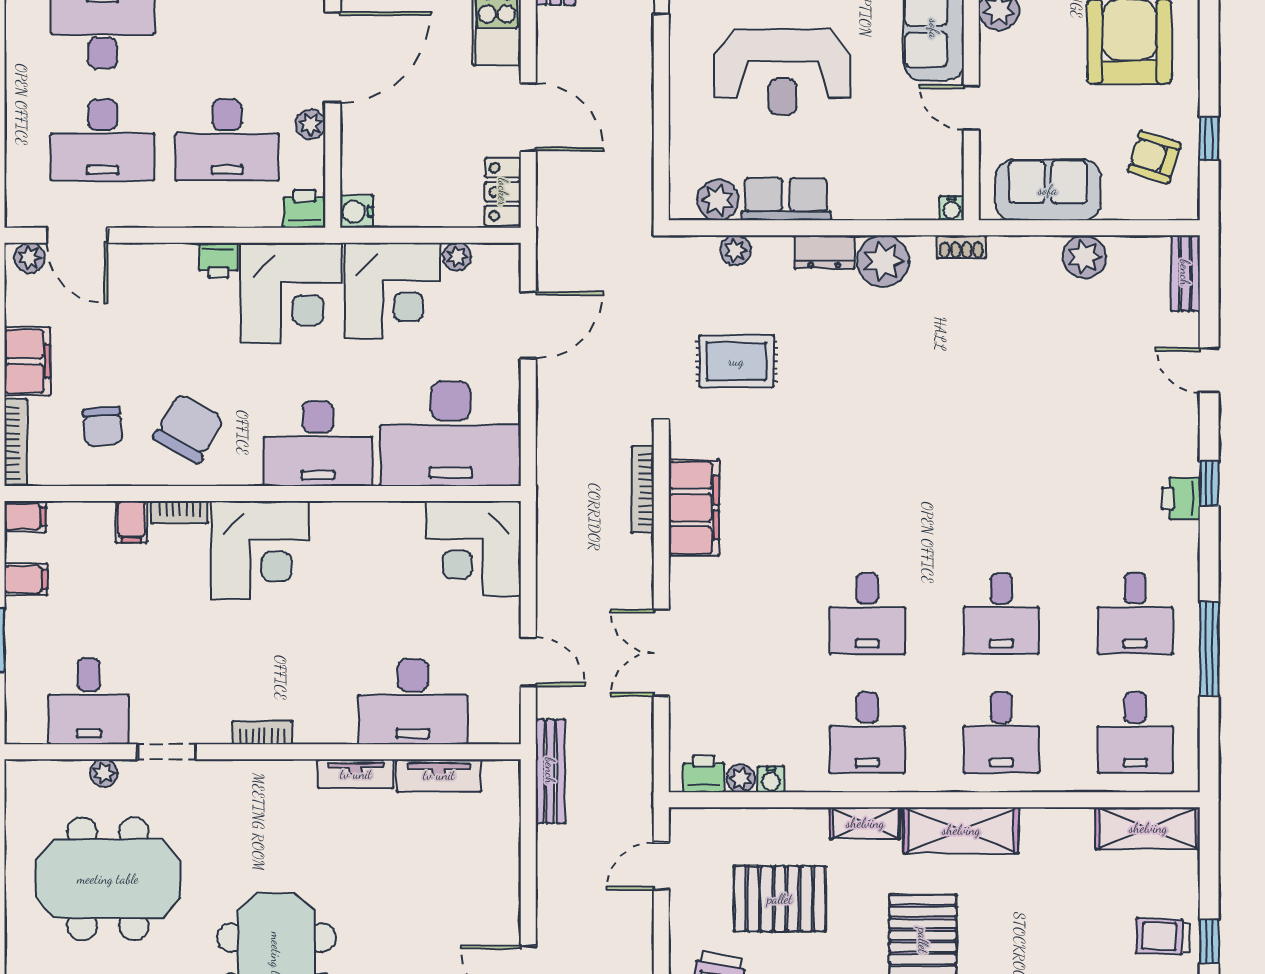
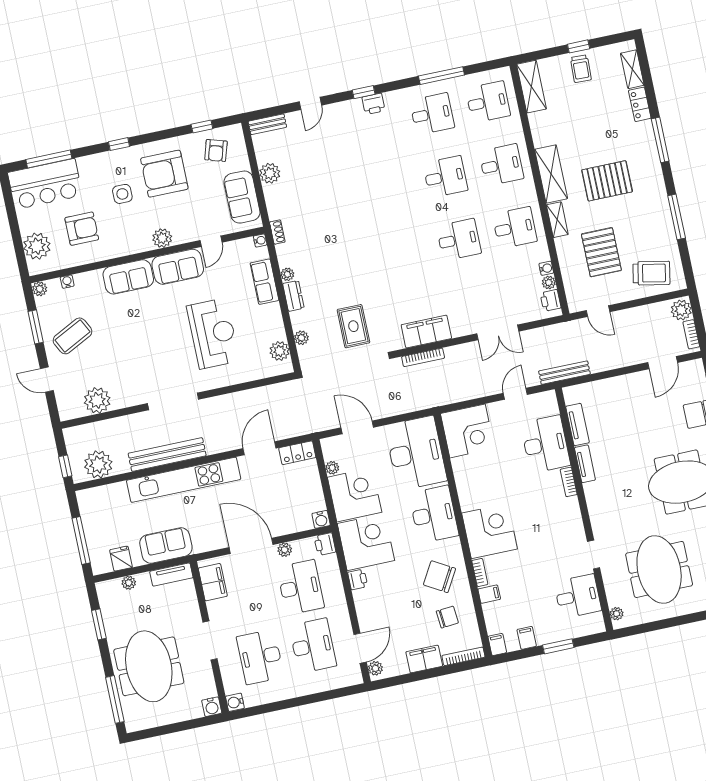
row of seats: (786, 199) -> (264, 282), moved
plant: (883, 261) -> (287, 274), width x0.53, depth x0.53
bookcase: (262, 733) -> (569, 482), moved
plant: (104, 773) -> (617, 614), moved

